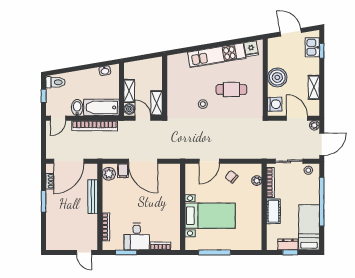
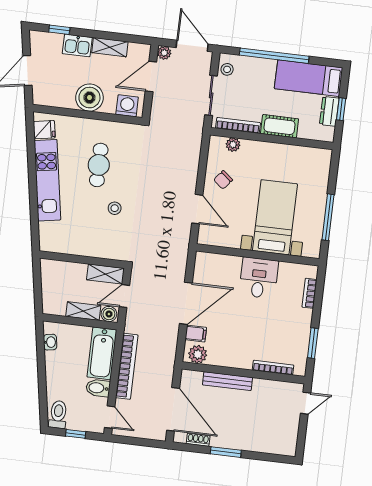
kitchen sink: (312, 47) -> (77, 45), moved
desk: (137, 237) -> (259, 278), moved, turned -90

